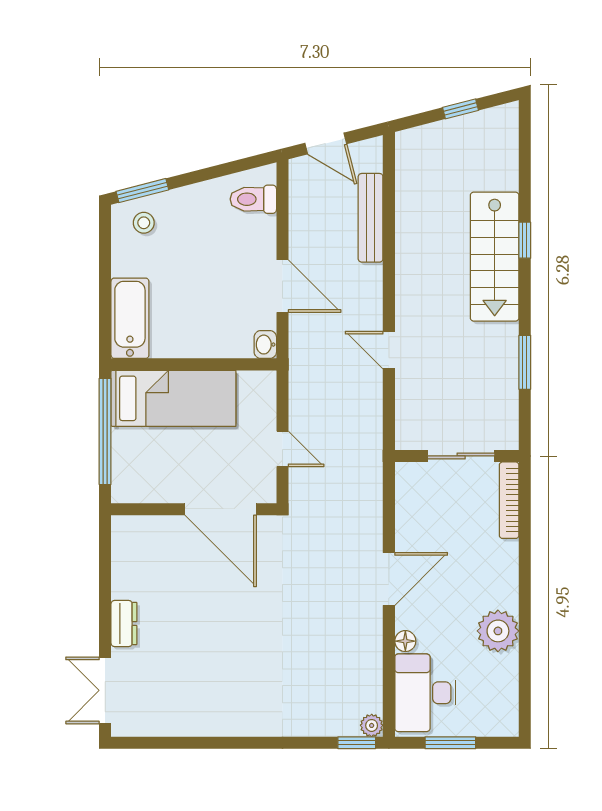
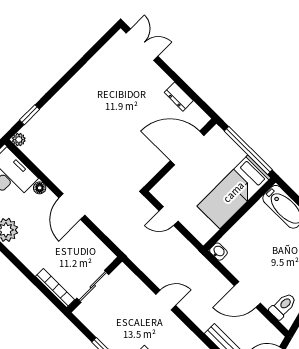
door: (282, 286) -> (247, 294), moved
door: (221, 509) -> (187, 148), moved
dresser: (124, 624) -> (179, 97), moved
window: (357, 743) -> (30, 115), moved

